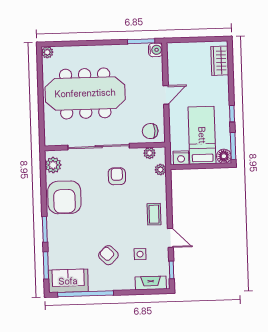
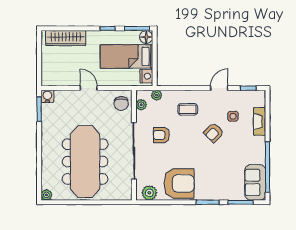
wardrobe: (220, 61) -> (66, 38), width x1.50
coffee table: (154, 214) -> (188, 109), moved
armchair: (108, 255) -> (214, 133), moved
fireplace: (151, 283) -> (260, 121), moved

